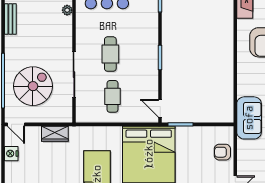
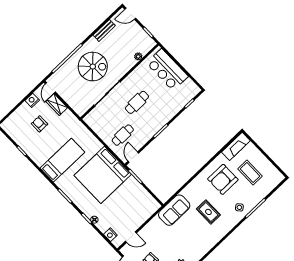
spiral stairs: (33, 86) -> (93, 67), moved
cafe table: (112, 96) -> (123, 135), moved
wardrobe: (55, 134) -> (57, 105), moved
armchair: (222, 152) -> (40, 124), moved

